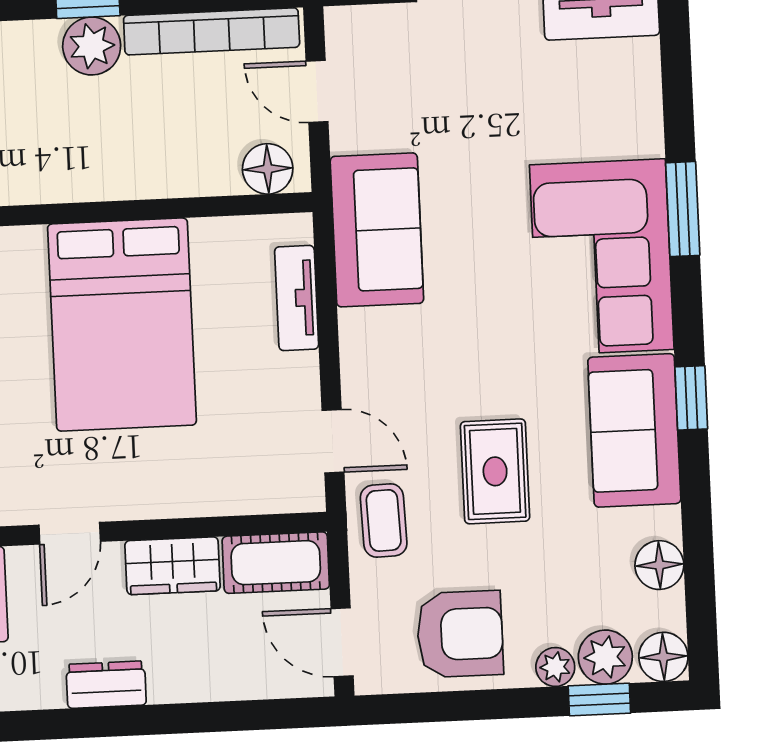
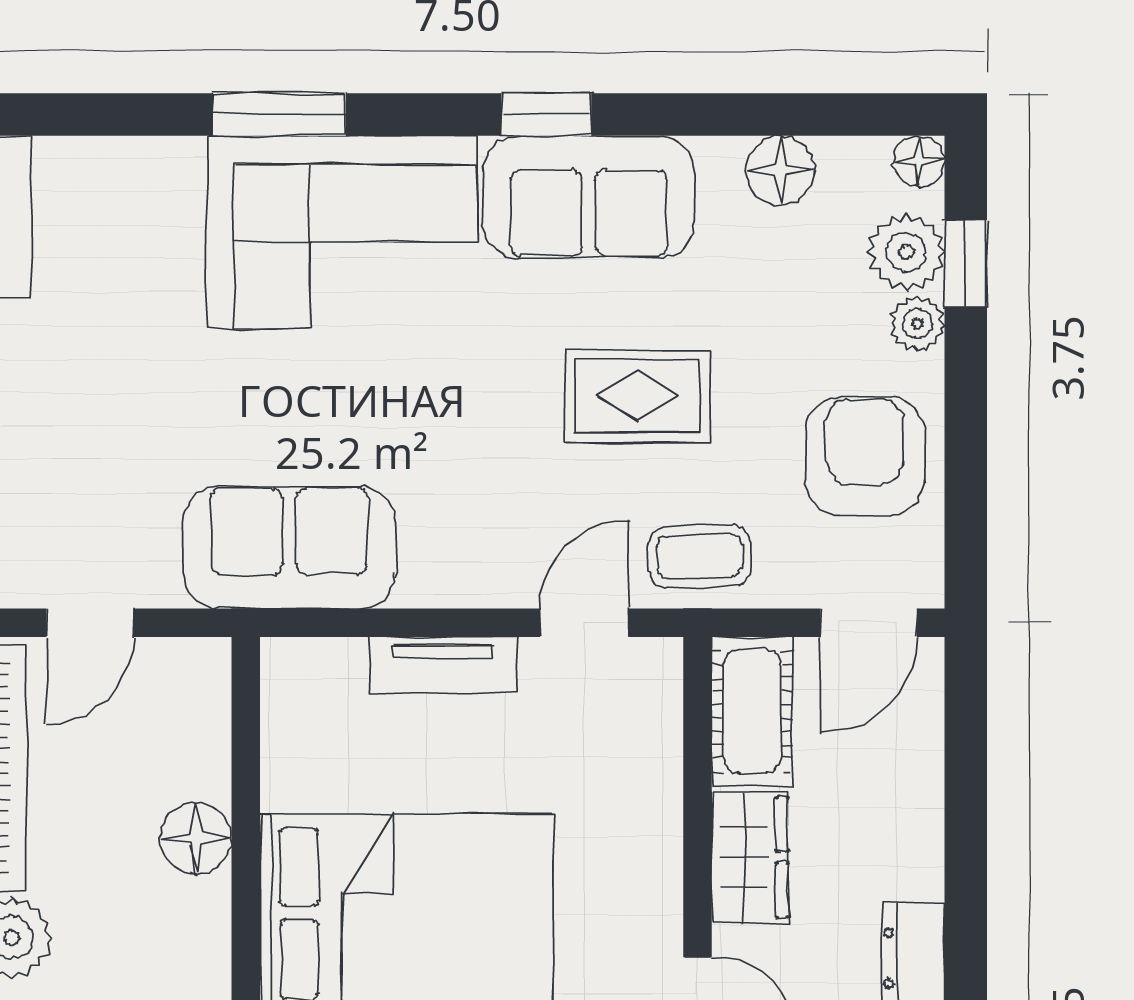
floor lamp: (268, 169) -> (196, 839), moved
tv unit: (297, 298) -> (444, 665), moved
floor lamp: (663, 657) -> (919, 161), width x0.73, depth x0.73

